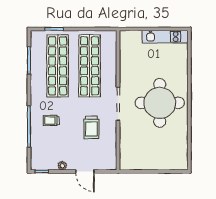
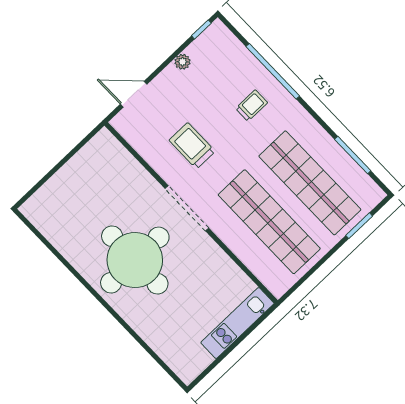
kitchen unit: (165, 37) -> (237, 323), moved
door: (85, 171) -> (134, 94), moved

